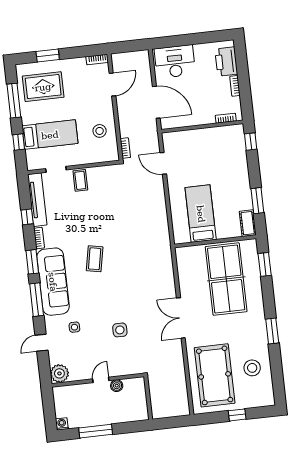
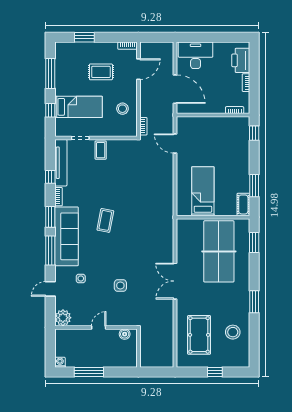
rug: (43, 87) -> (101, 72), moved, width x0.73, depth x0.70
pool table: (215, 375) -> (199, 335), width x0.73, depth x0.76
boiler: (117, 386) -> (125, 334), moved

